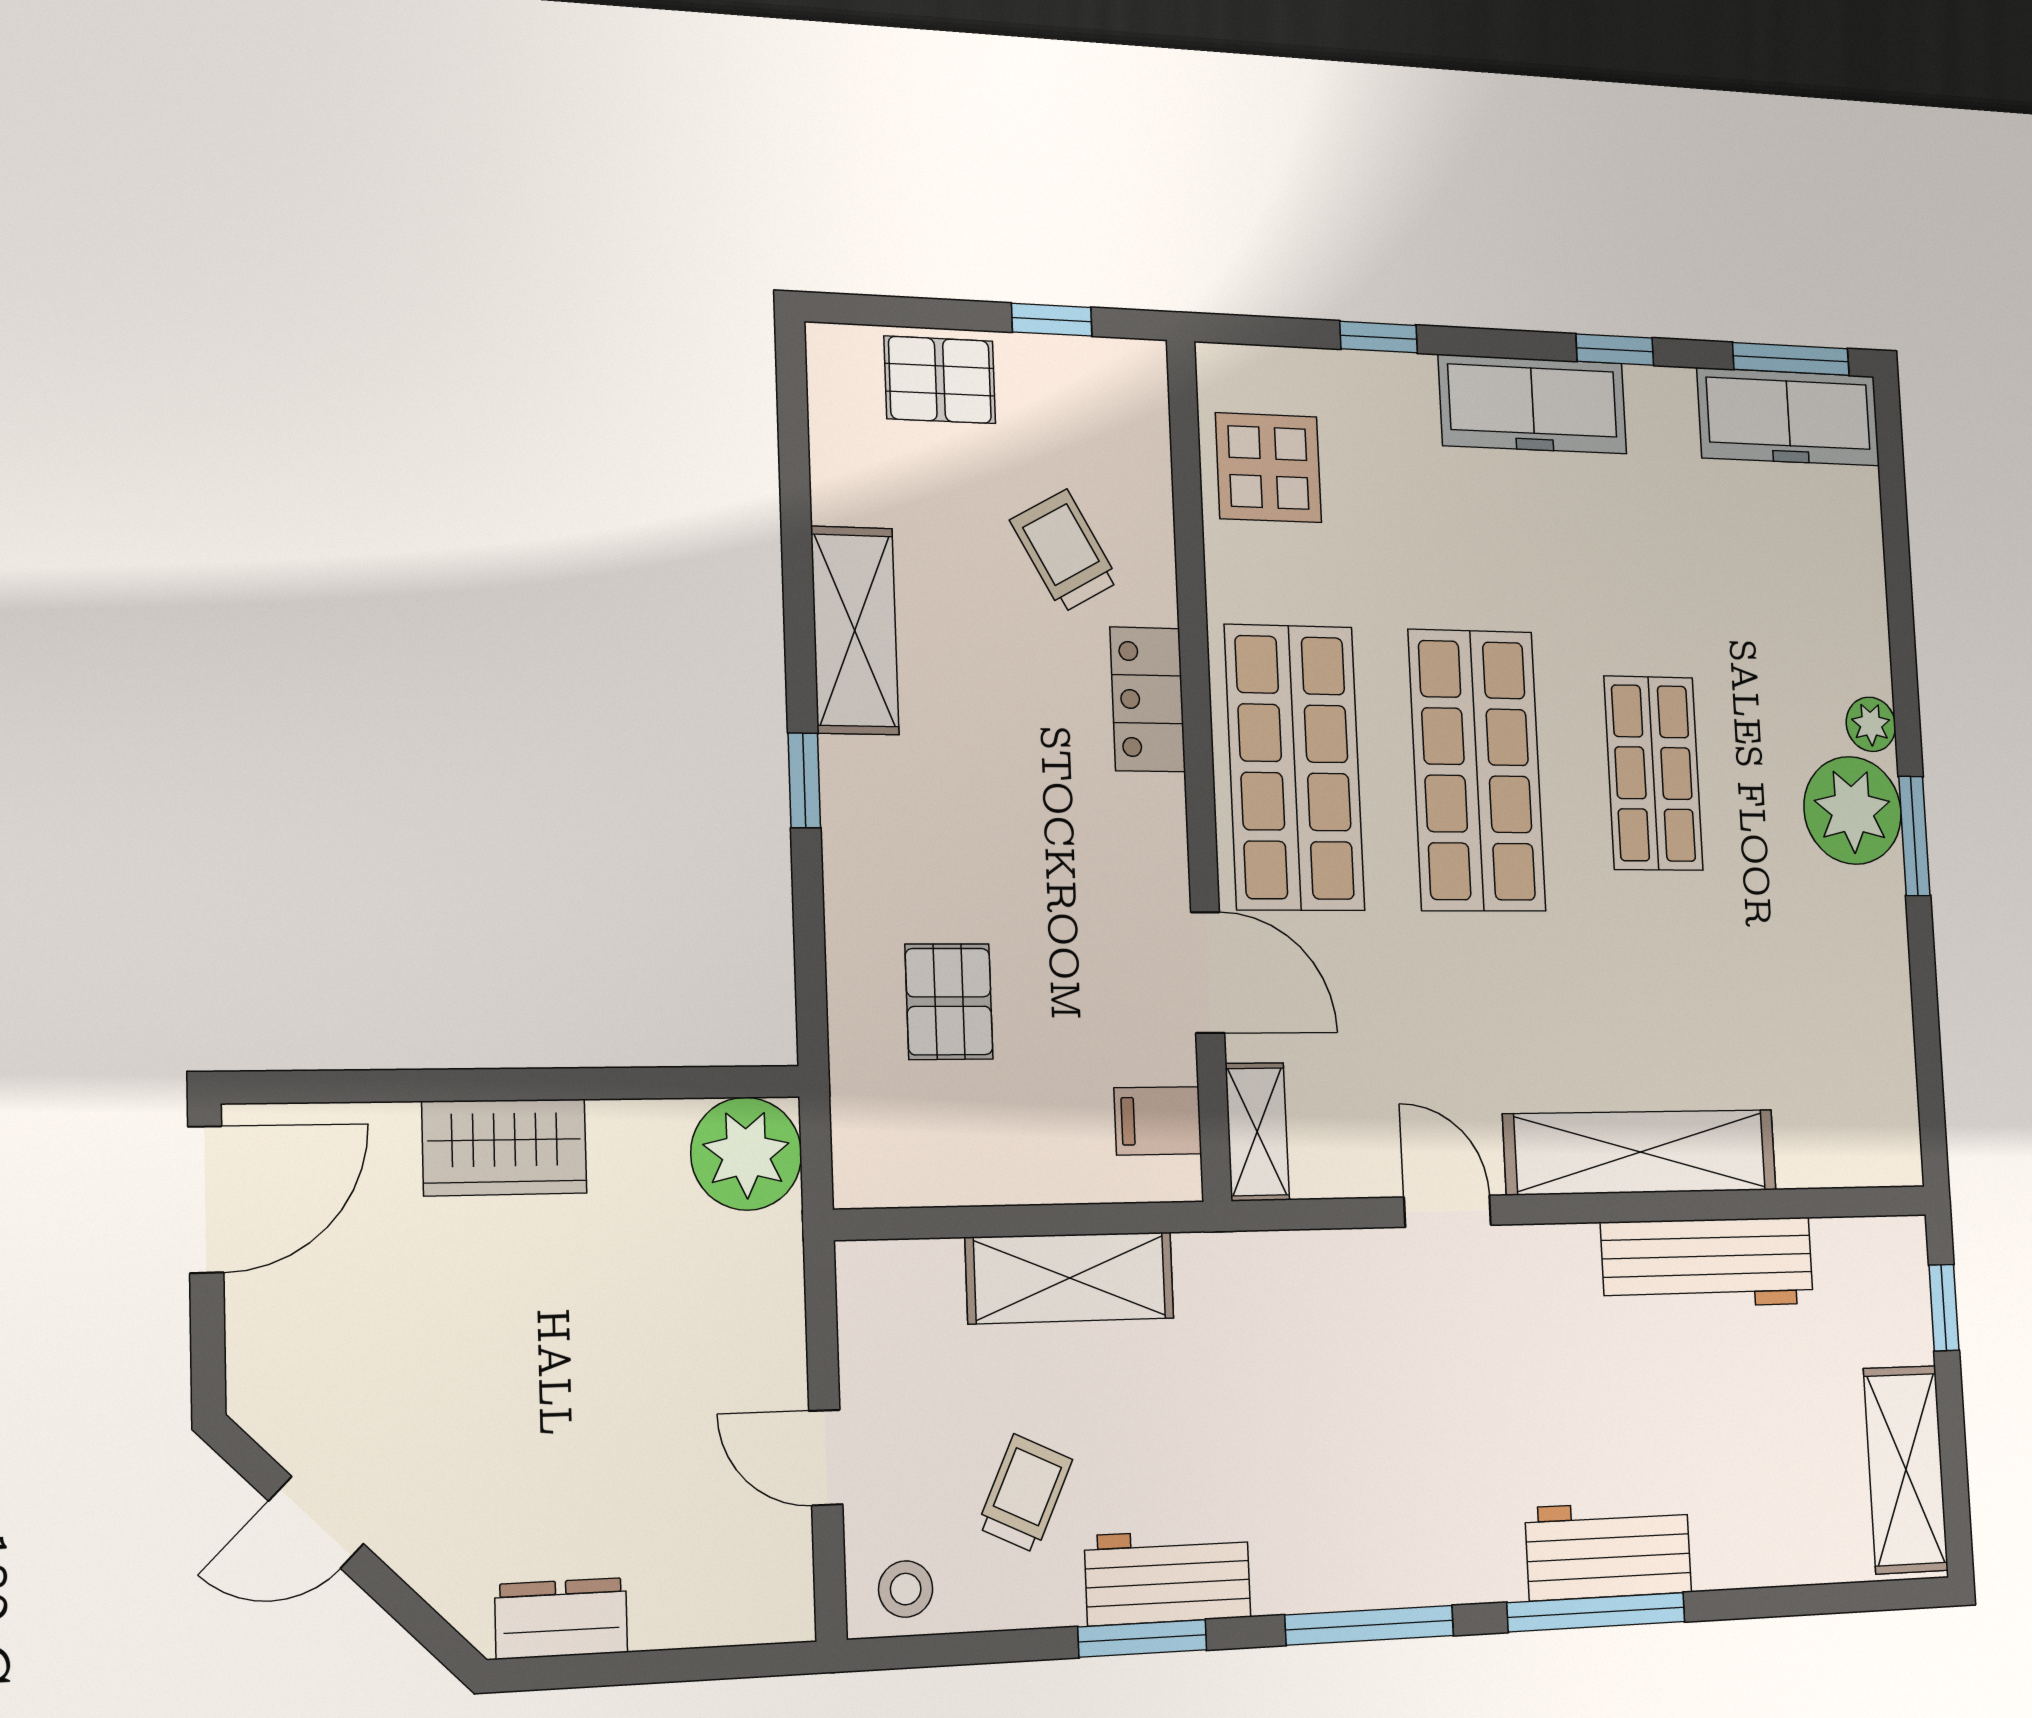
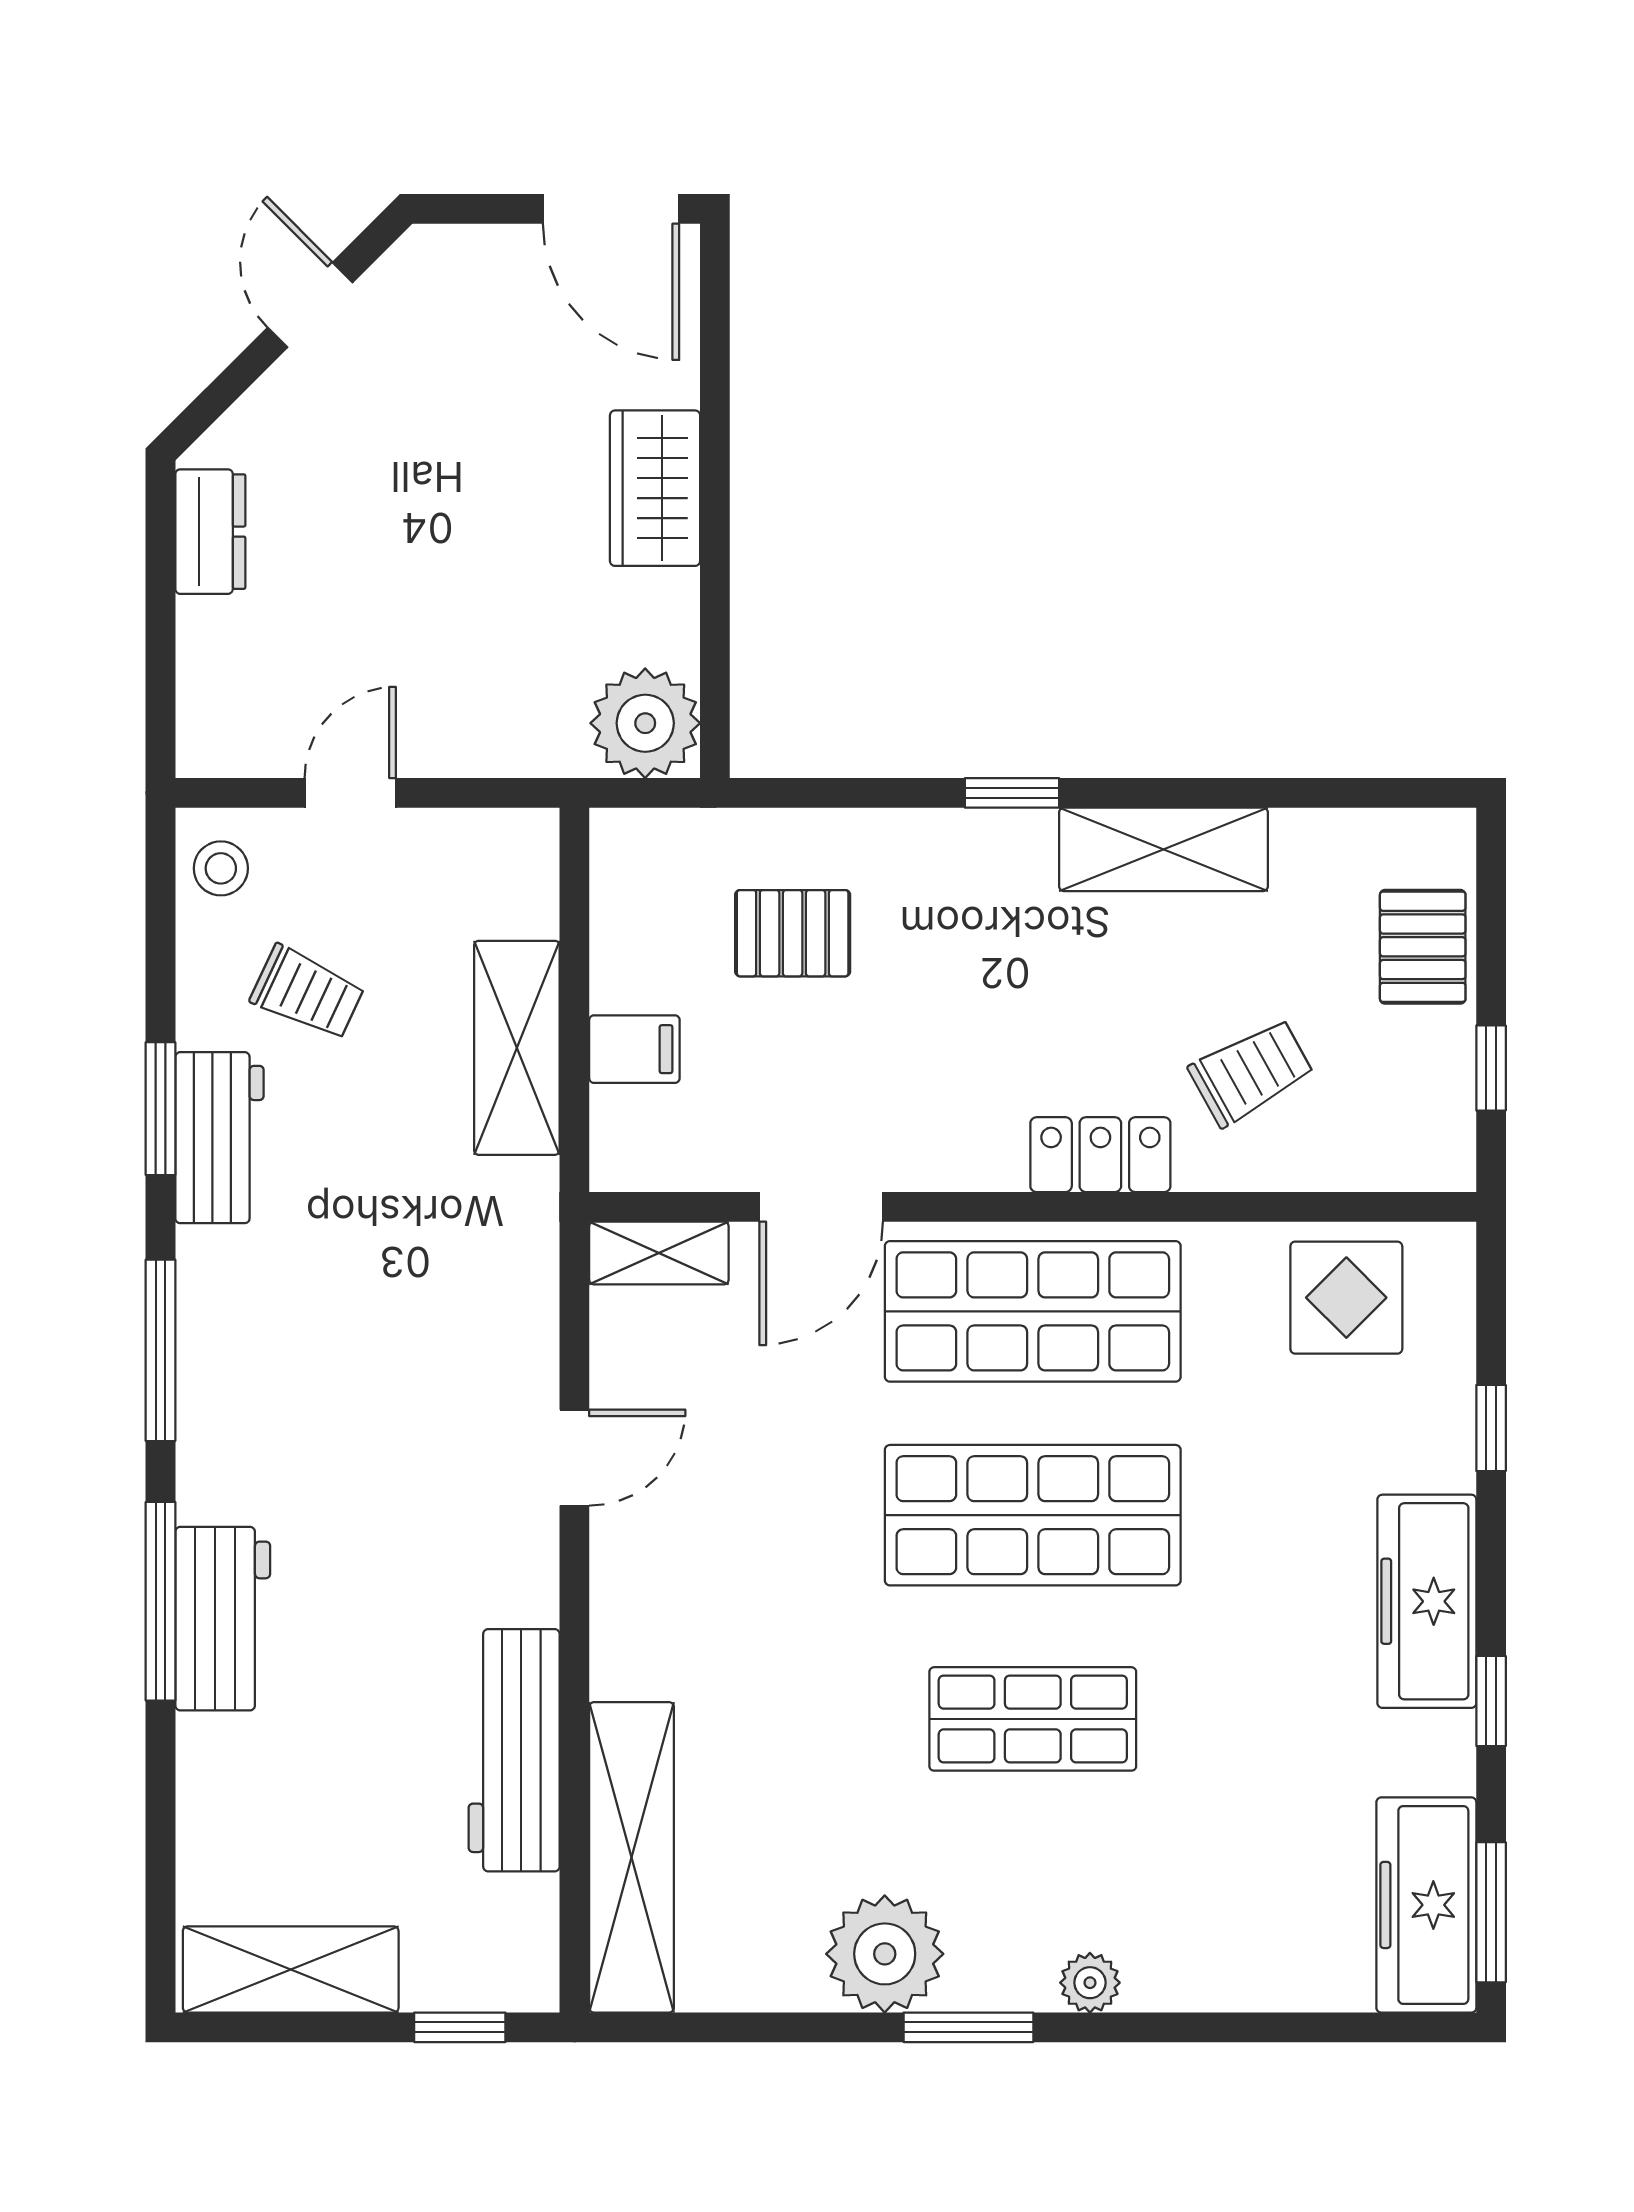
plant: (1853, 810) -> (885, 1954), moved
filing cabinet: (1158, 1121) -> (634, 1049), moved, turned 90
shelving: (1640, 1152) -> (632, 1857), moved

